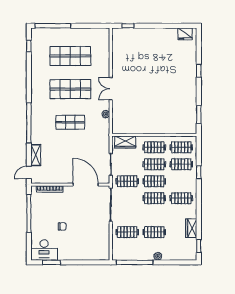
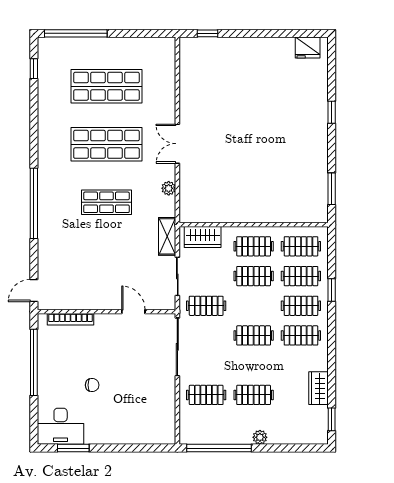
shelving: (36, 155) -> (167, 236), moved
clothes rail: (154, 181) -> (301, 306), moved
door: (86, 185) -> (133, 312), width x0.53

